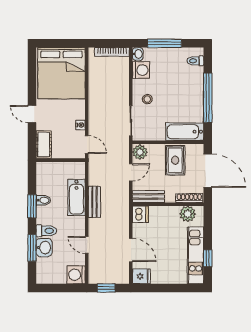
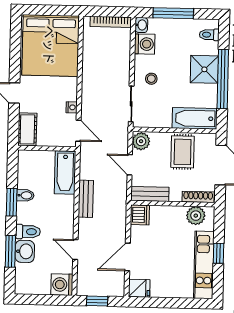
shower: (192, 90) -> (204, 69), added
door: (131, 172) -> (130, 165), swing flipped
bathtub: (76, 197) -> (65, 172), moved
door: (131, 250) -> (127, 257), swing flipped
window: (208, 258) -> (219, 253), moved

